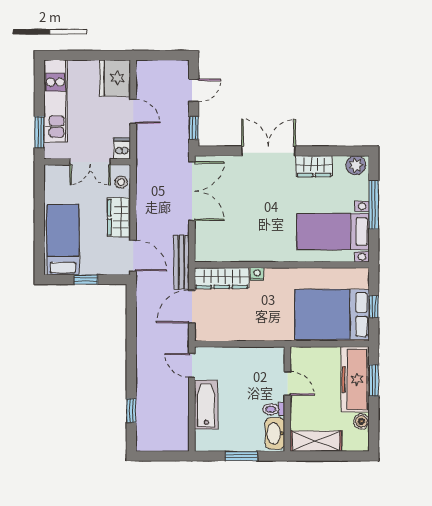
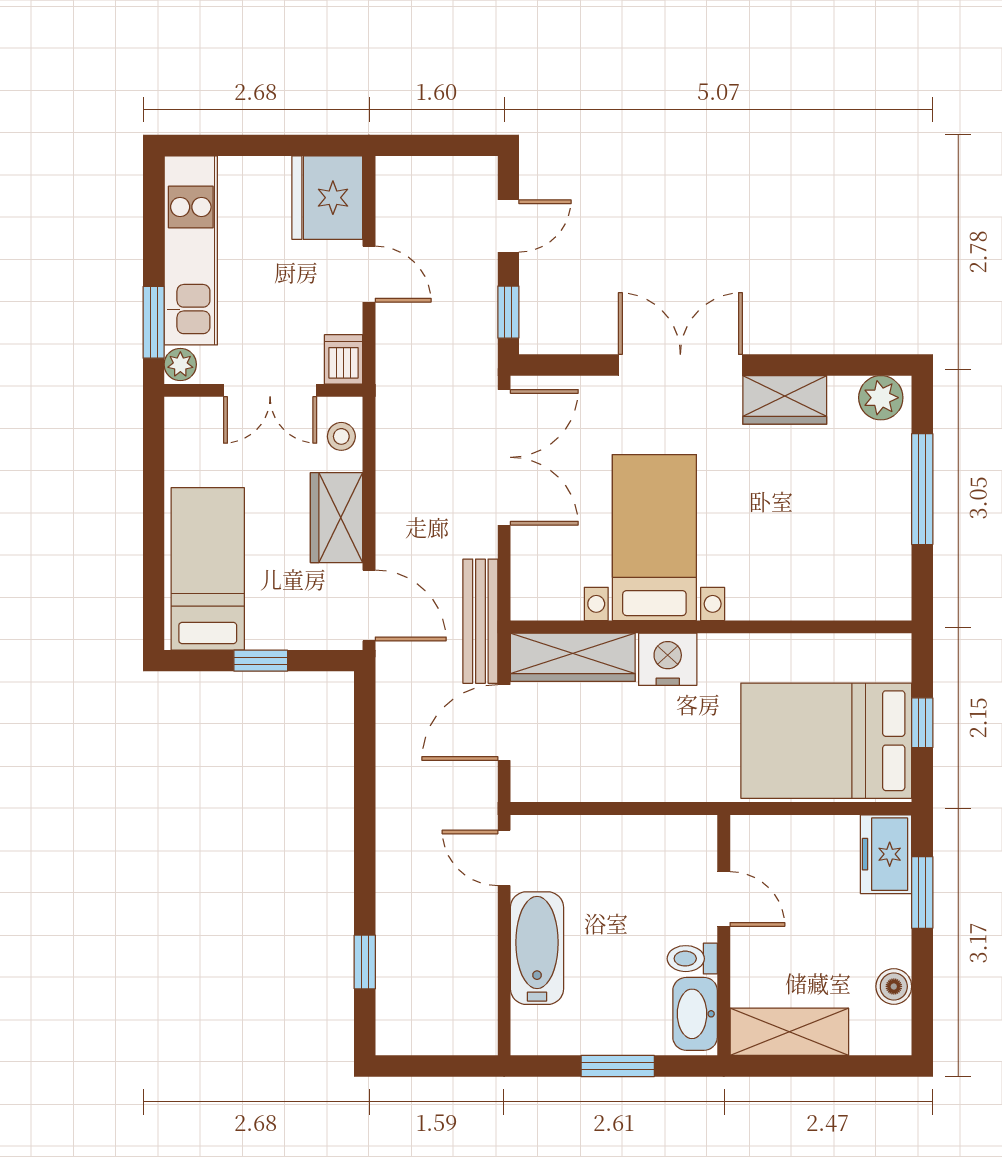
plant: (51, 151) -> (180, 364), added
bed with nightstands: (333, 232) -> (654, 538), moved, turned 90
nightstand: (257, 274) -> (668, 659), width x1.89, depth x1.79
freezer: (355, 379) -> (886, 854), width x0.52, depth x0.79

